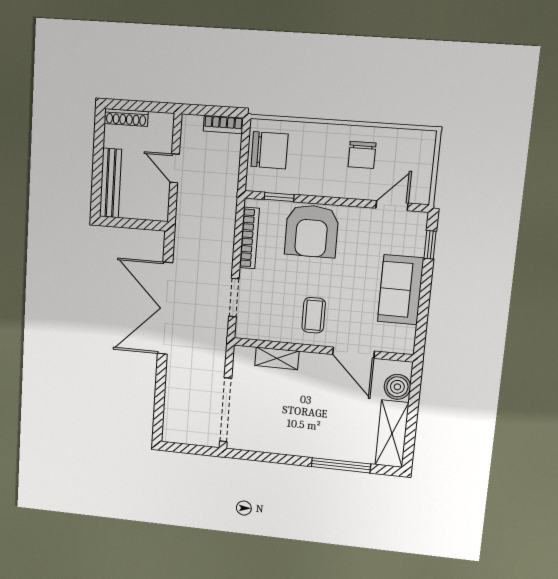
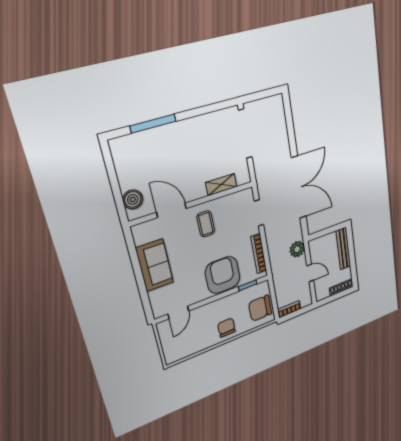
chair: (362, 155) -> (226, 328), moved
plant: (188, 217) -> (297, 249), added
window: (430, 245) -> (146, 301), removed
shelving: (392, 434) -> (124, 163), removed

